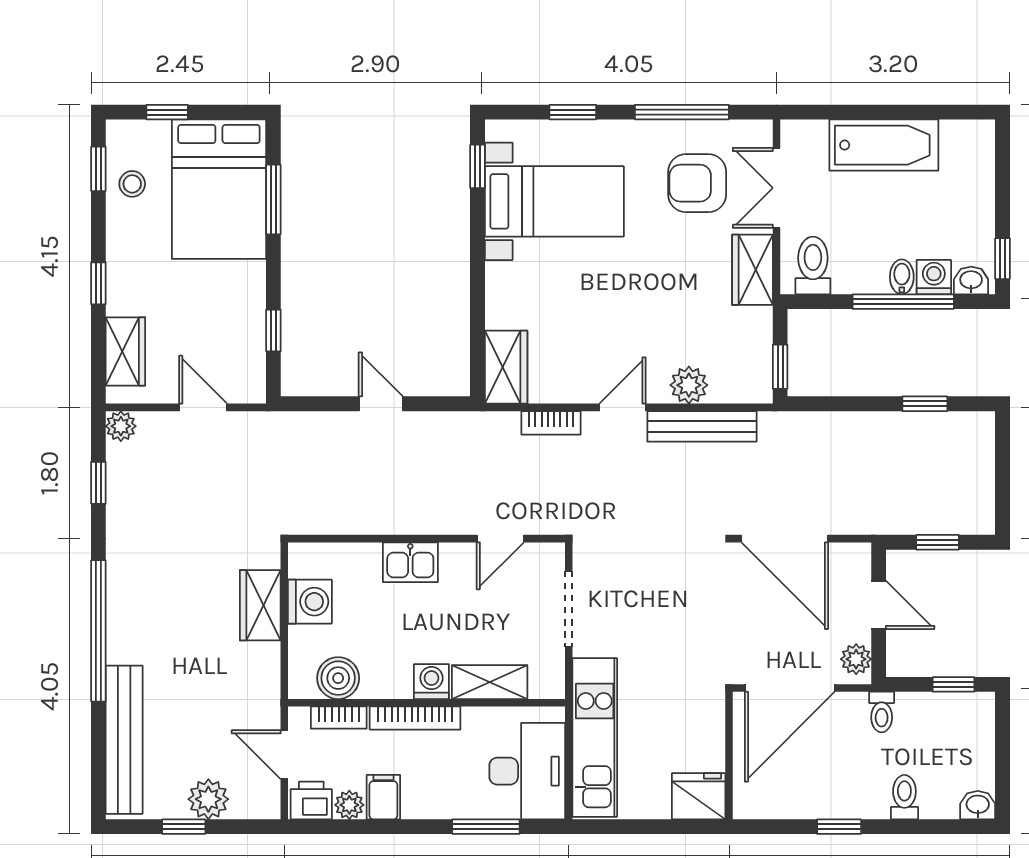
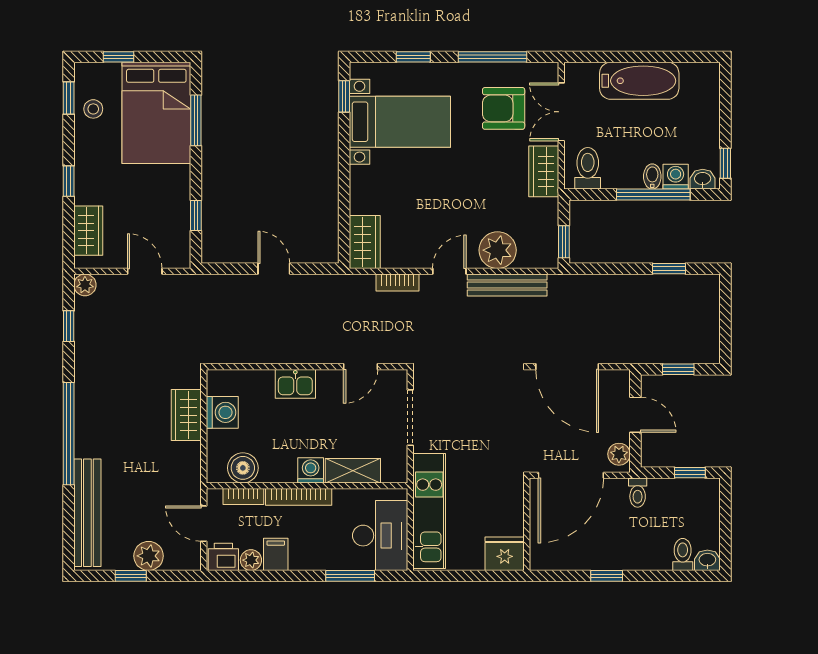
plant: (689, 385) -> (498, 250), width x1.36, depth x1.36
toilet: (904, 797) -> (683, 554), moved

